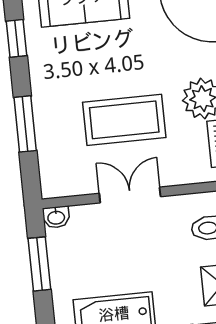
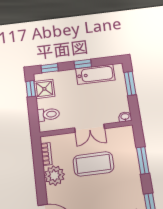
window: (39, 264) -> (130, 83), moved

